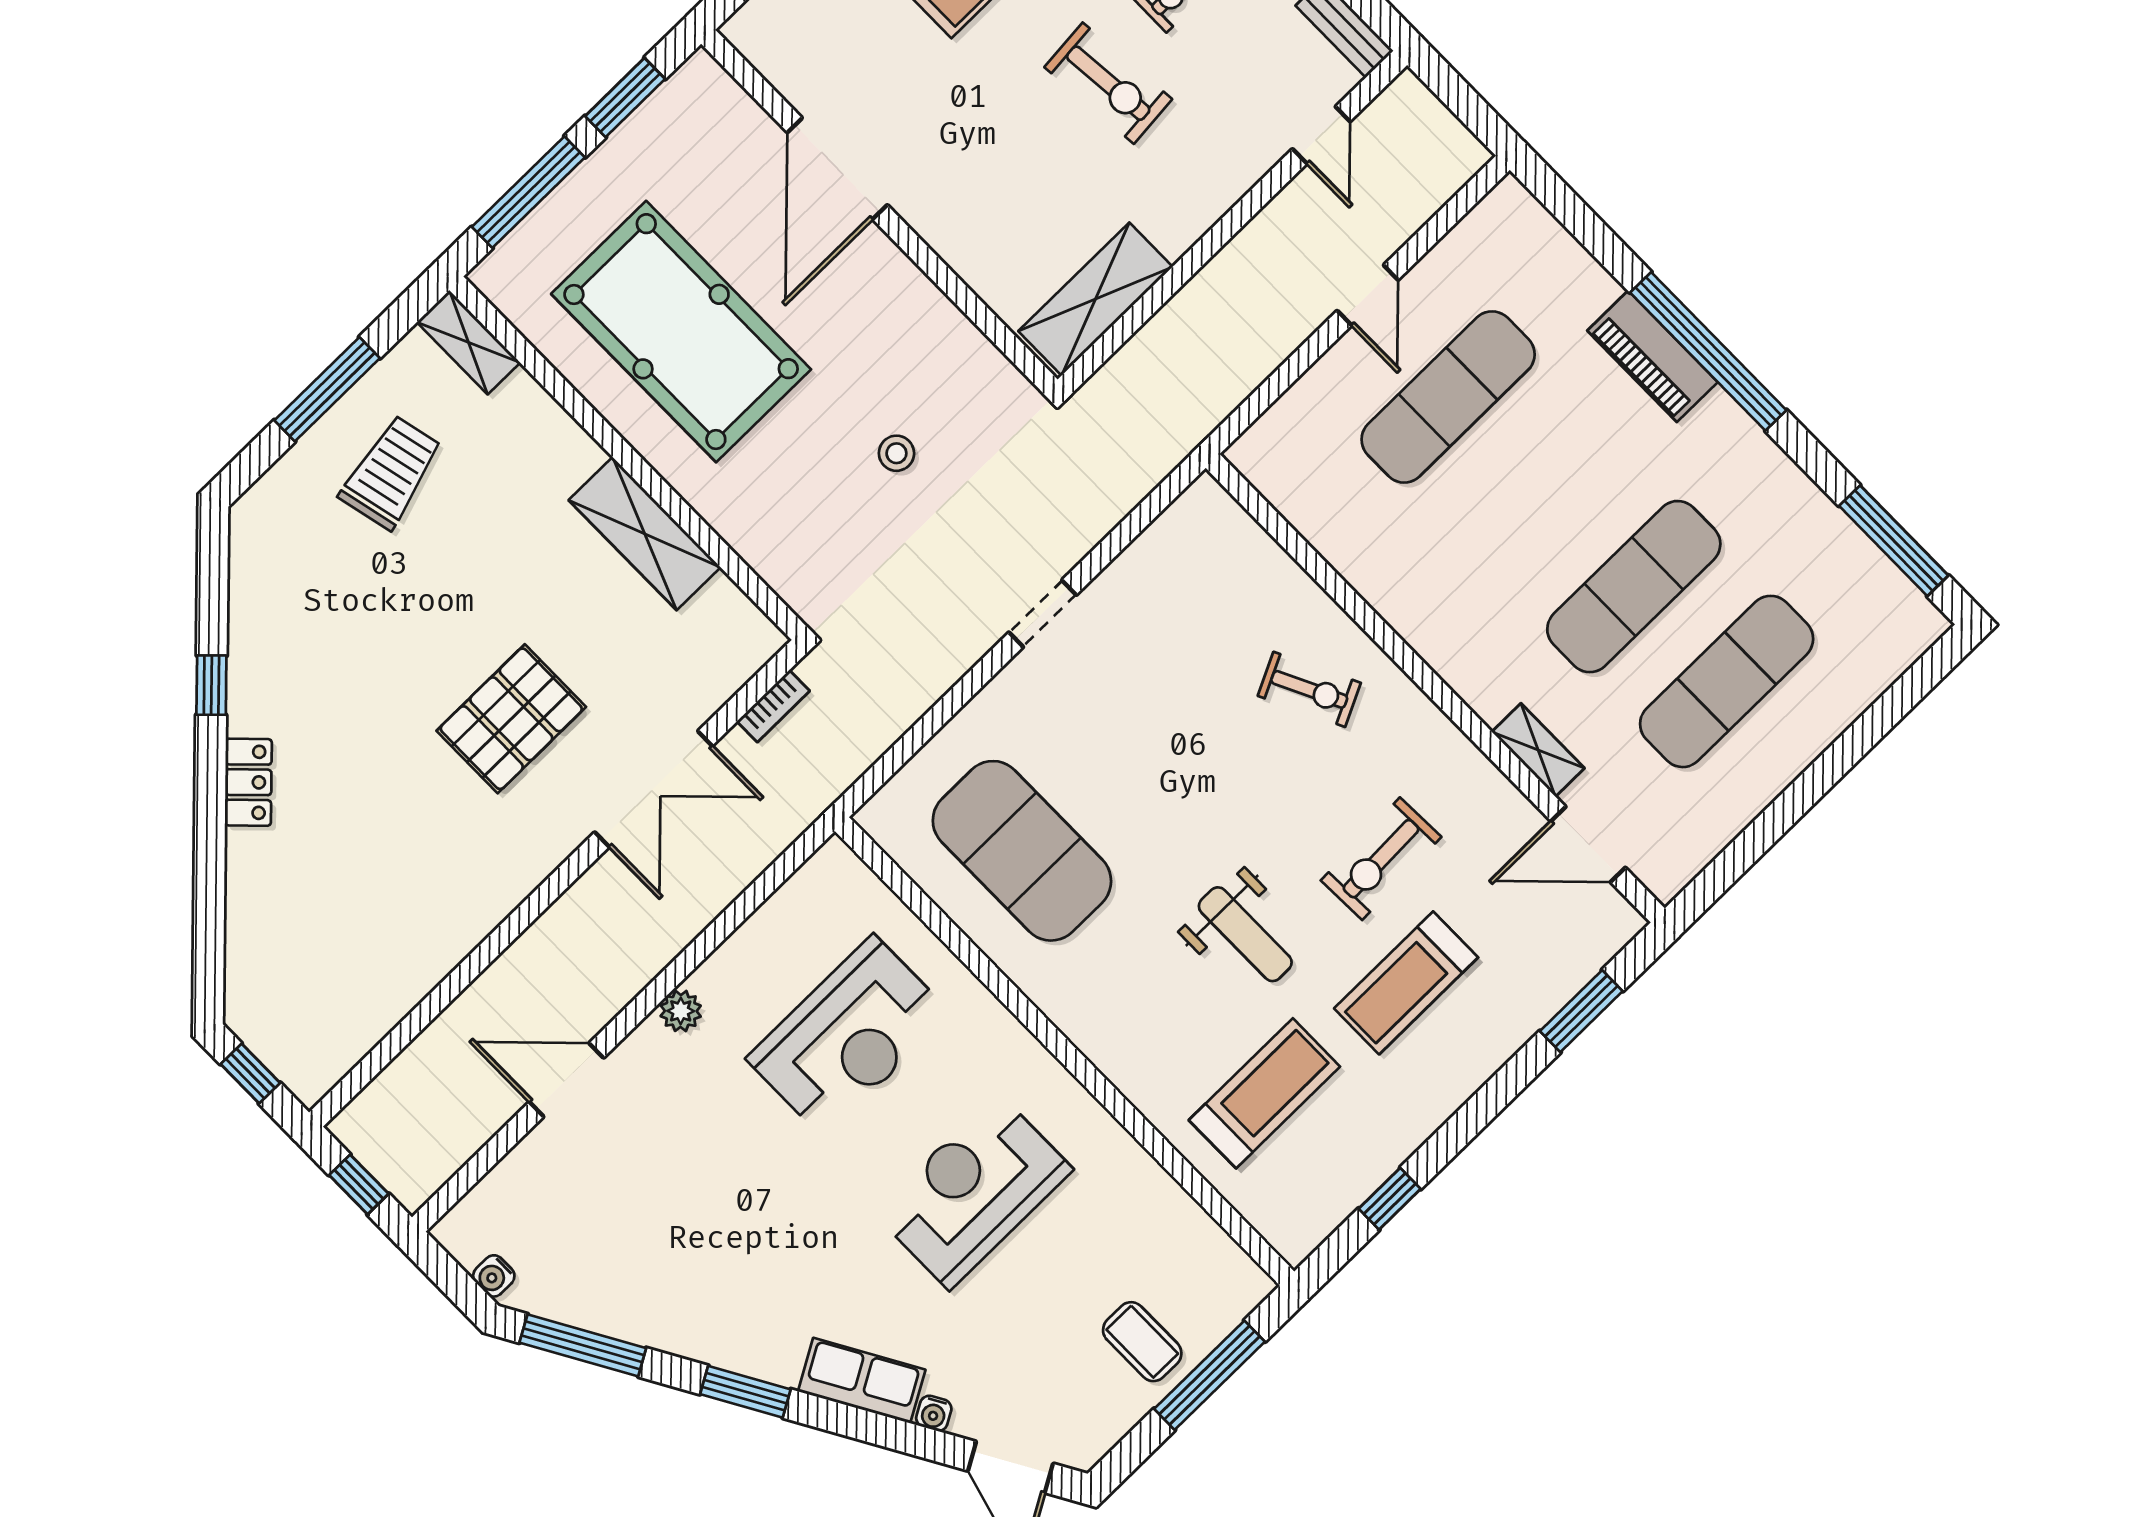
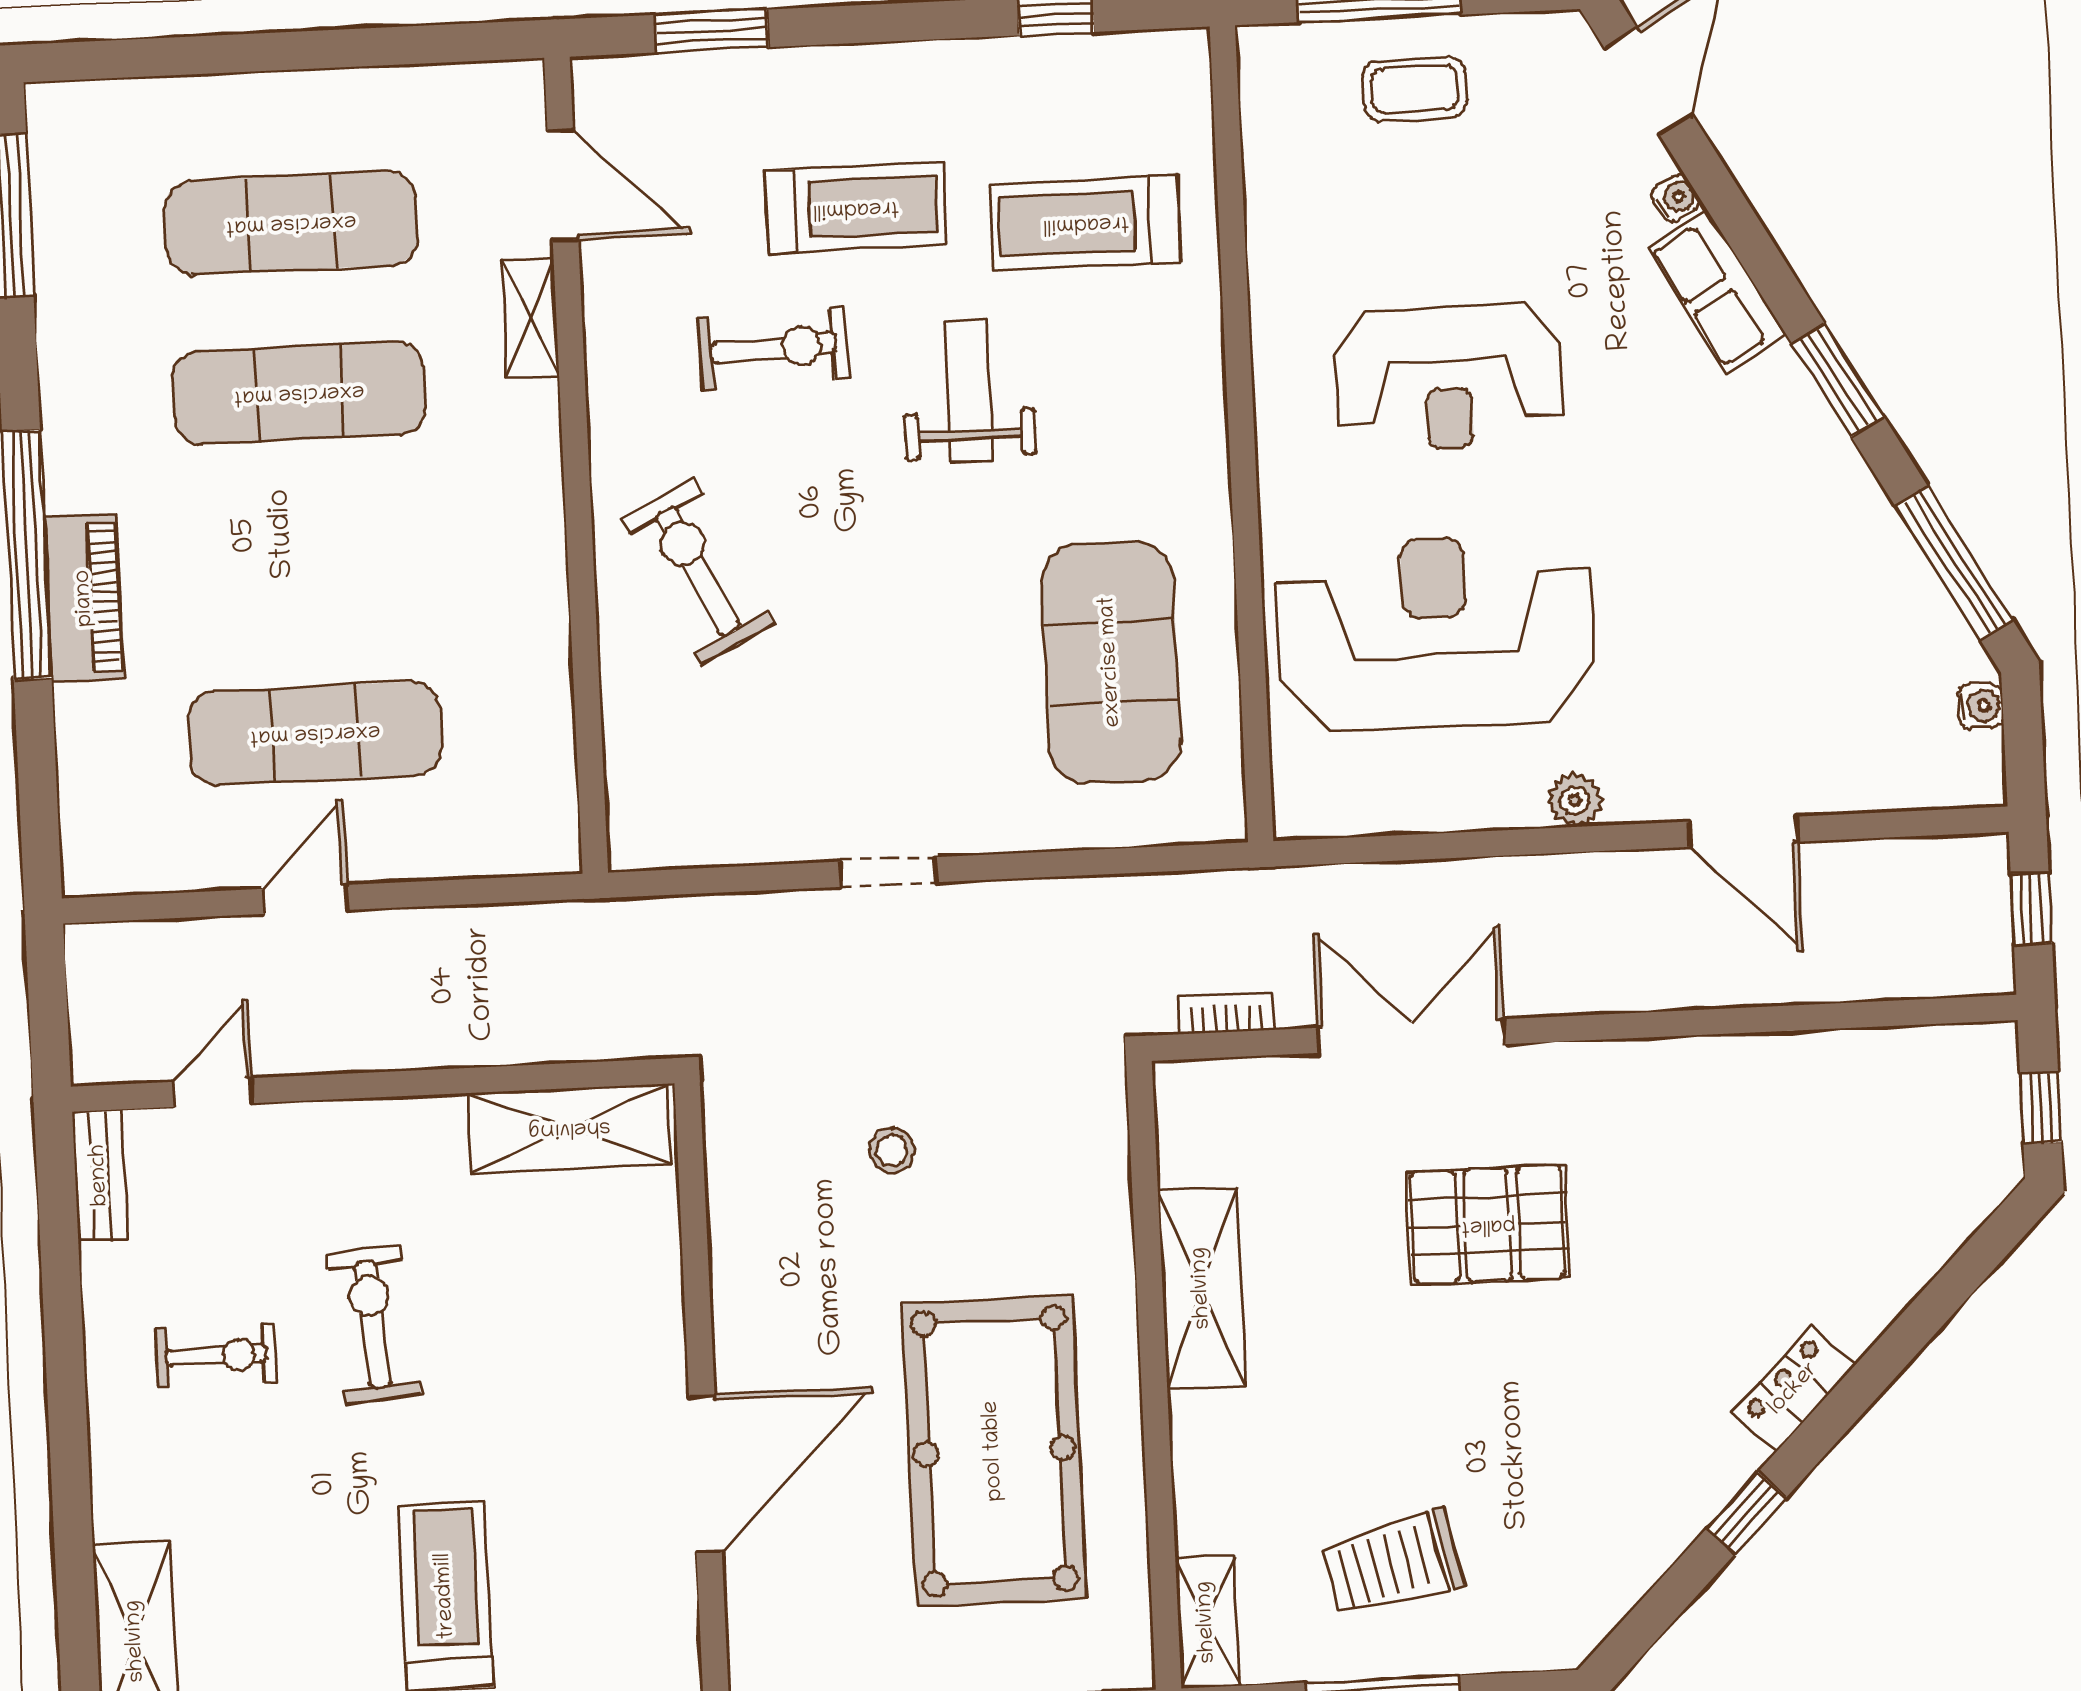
exercise bike: (1309, 689) -> (698, 572), width x1.38, depth x1.39
reception desk: (849, 1036) -> (1435, 633), width x1.36, depth x1.30
coffee table: (1142, 1342) -> (1415, 89), turned 90

